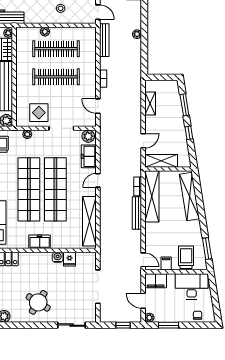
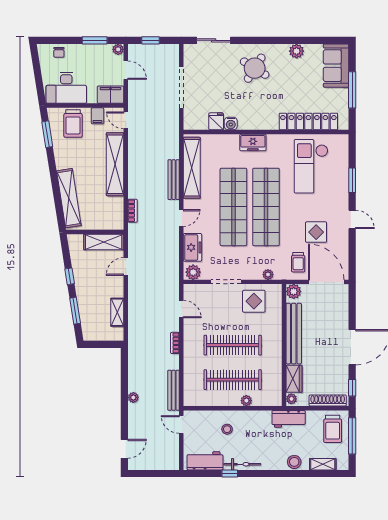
shelving: (152, 196) -> (115, 164), moved
bench: (137, 213) -> (174, 180), moved

